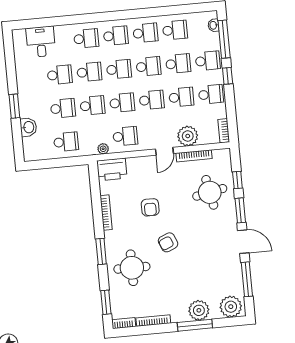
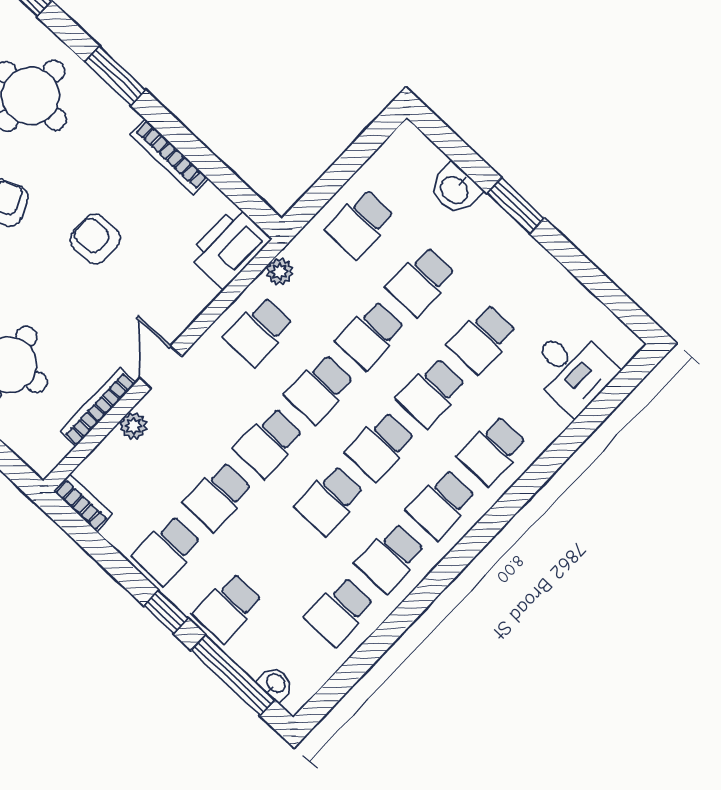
school desk: (178, 64) -> (279, 554), removed
plant: (188, 136) -> (133, 426), width x0.53, depth x0.53

